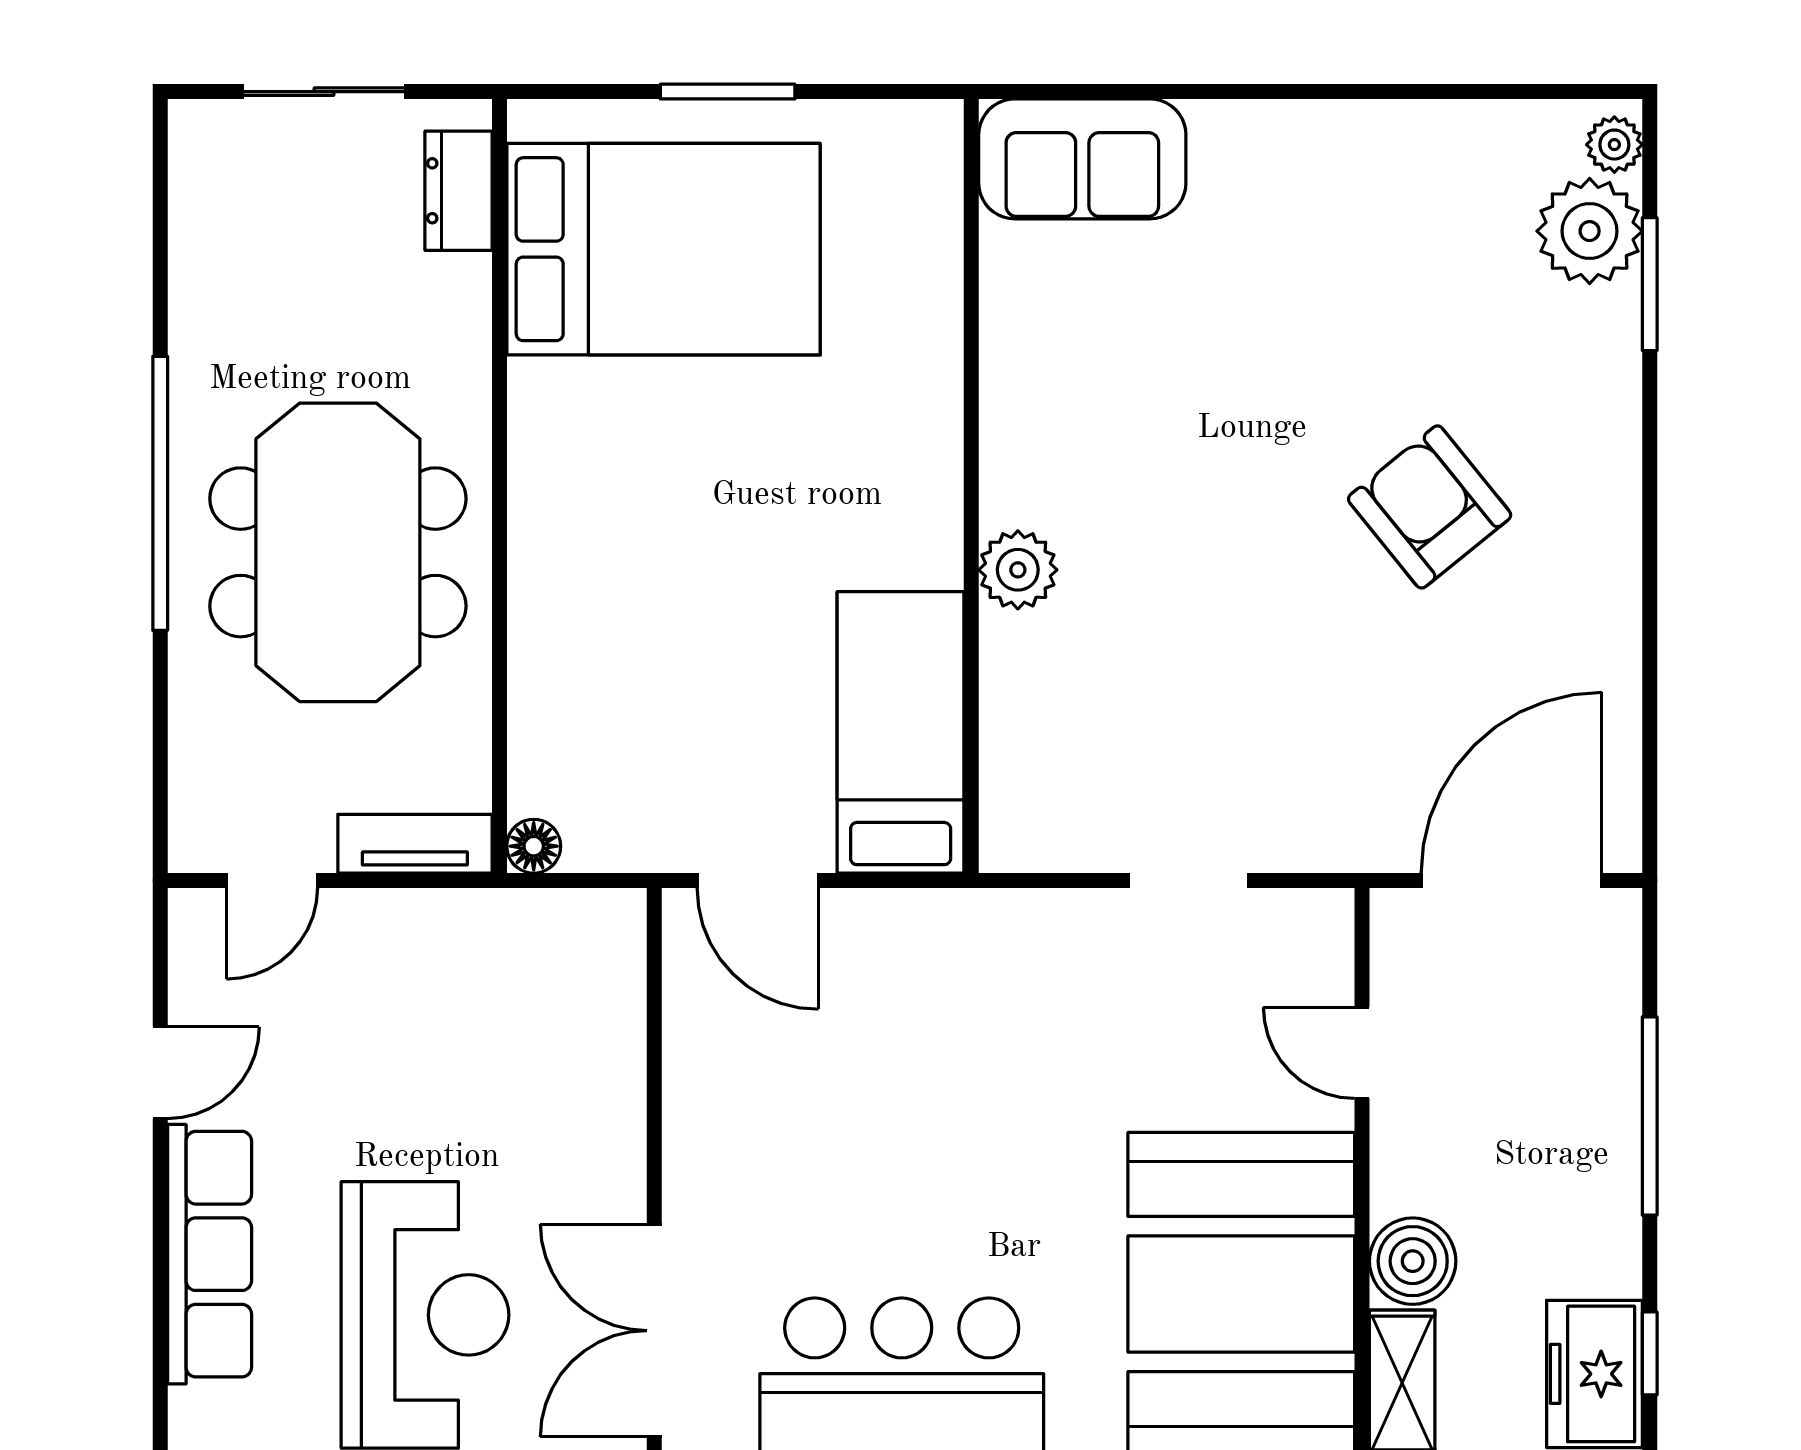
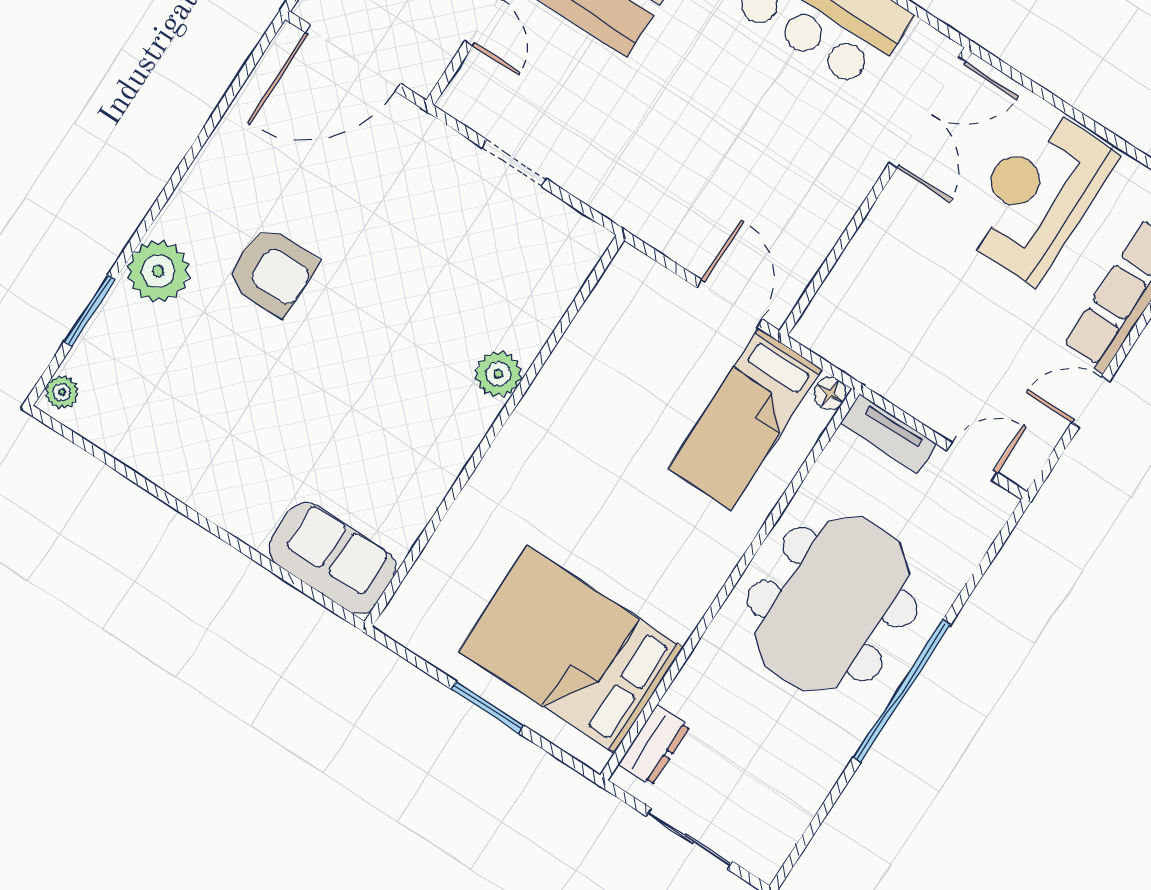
plant: (1590, 231) -> (158, 271), moved
armchair: (1430, 507) -> (272, 271), turned -51
bed: (901, 732) -> (745, 419), moved

